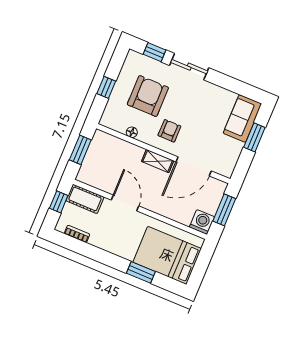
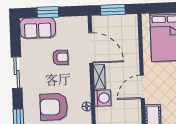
sliding door: (189, 67) -> (17, 72), moved
armchair: (169, 131) -> (60, 57), moved, turned 180
washing machine: (202, 222) -> (103, 98), moved, turned 180

